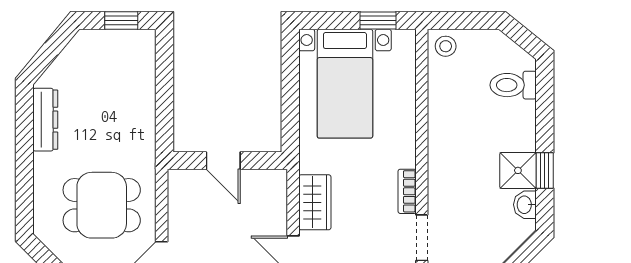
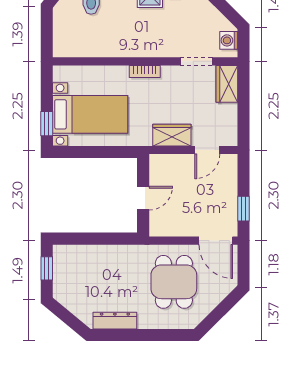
window: (378, 21) -> (47, 124), moved
stool: (446, 46) -> (64, 45), removed
bookcase: (407, 191) -> (145, 72), moved

